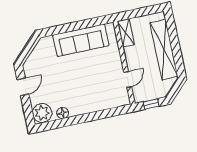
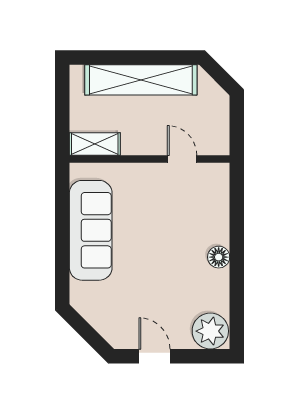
window: (151, 104) -> (237, 125), removed
floor lamp: (63, 113) -> (219, 257), moved

